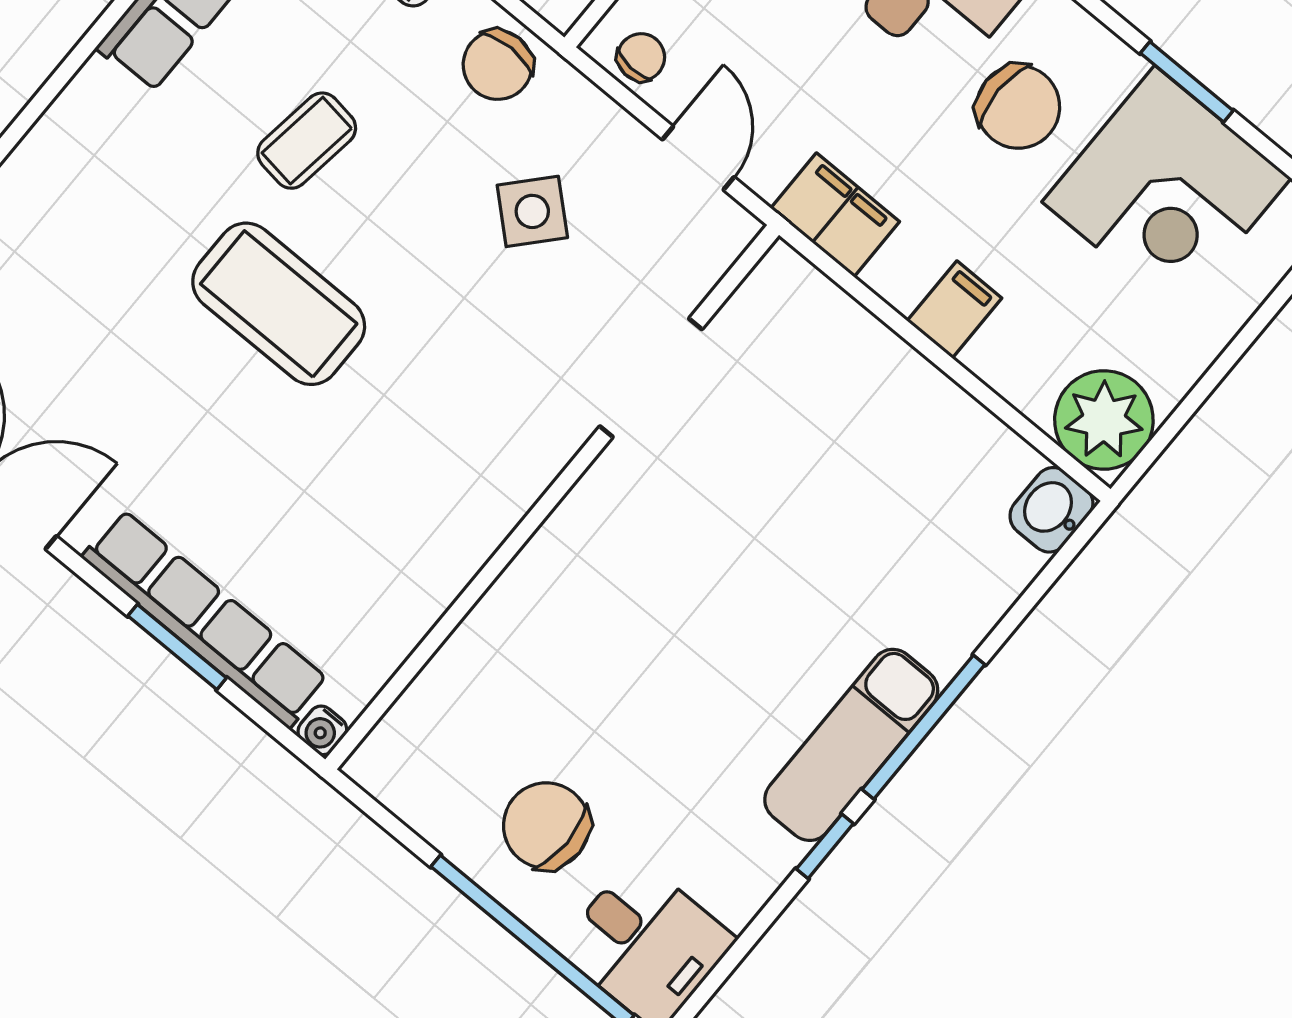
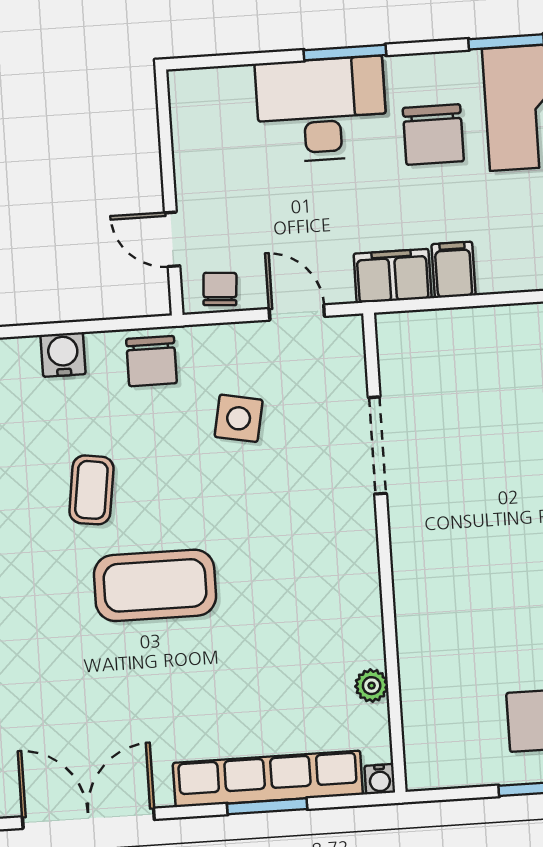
chair: (1018, 107) -> (433, 135), turned 90
side table: (532, 211) -> (239, 418), turned -31
filing cabinet: (954, 310) -> (453, 270), moved
plant: (407, 624) -> (372, 686), added

